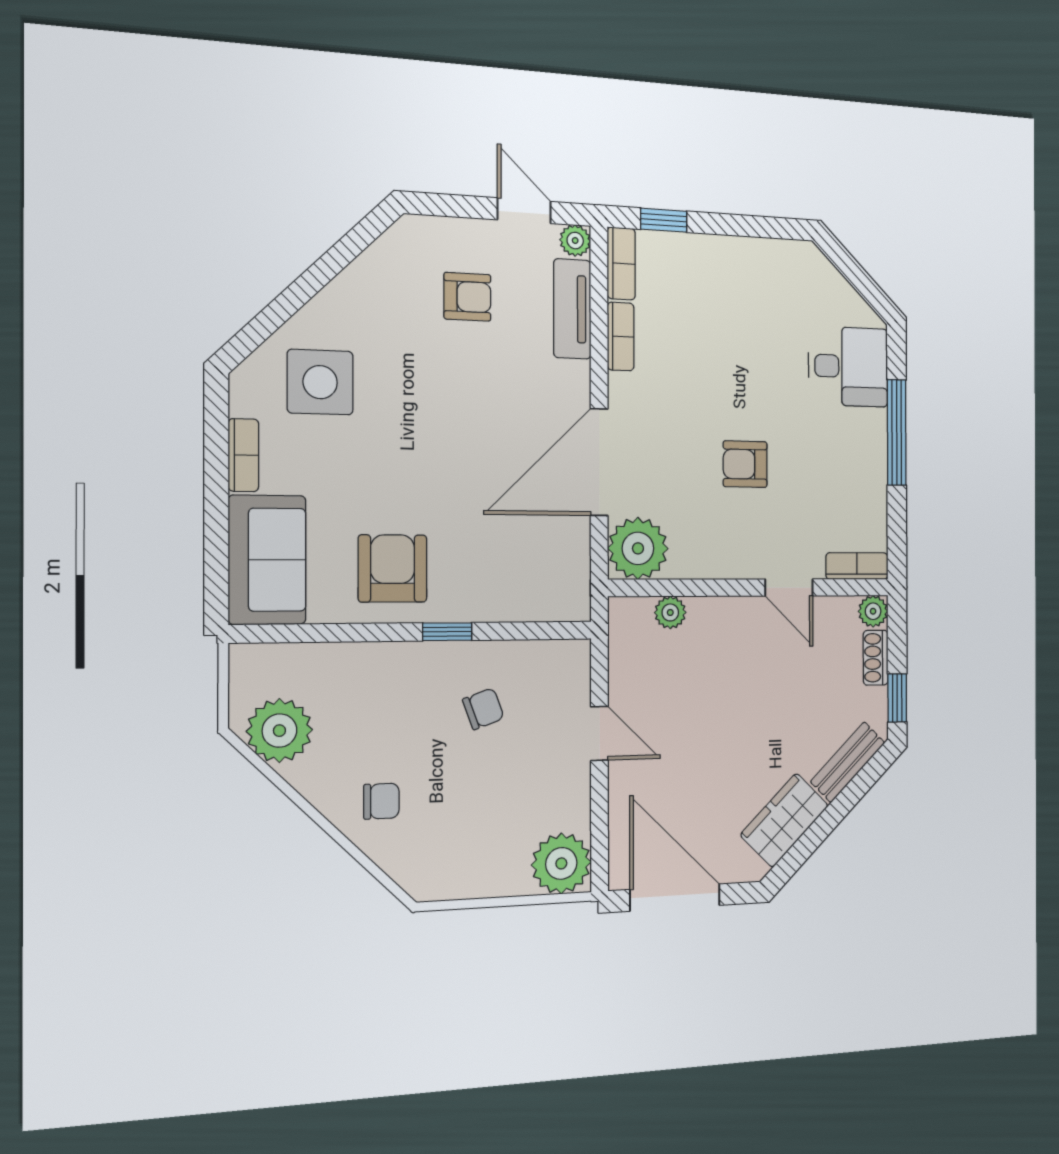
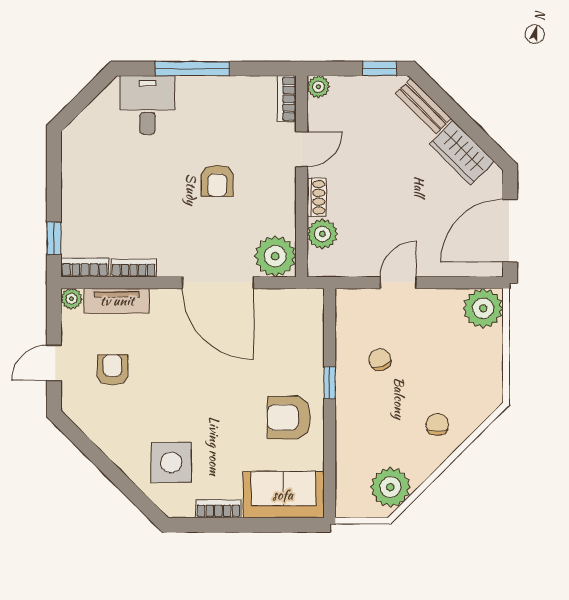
door: (524, 211) -> (54, 363), moved
plant: (670, 612) -> (322, 234), width x1.38, depth x1.38
shoe rack: (876, 658) -> (317, 197), moved, turned -90

